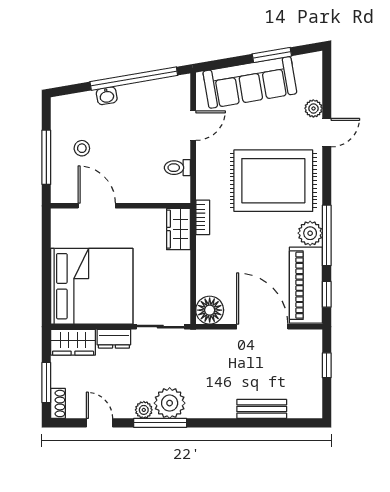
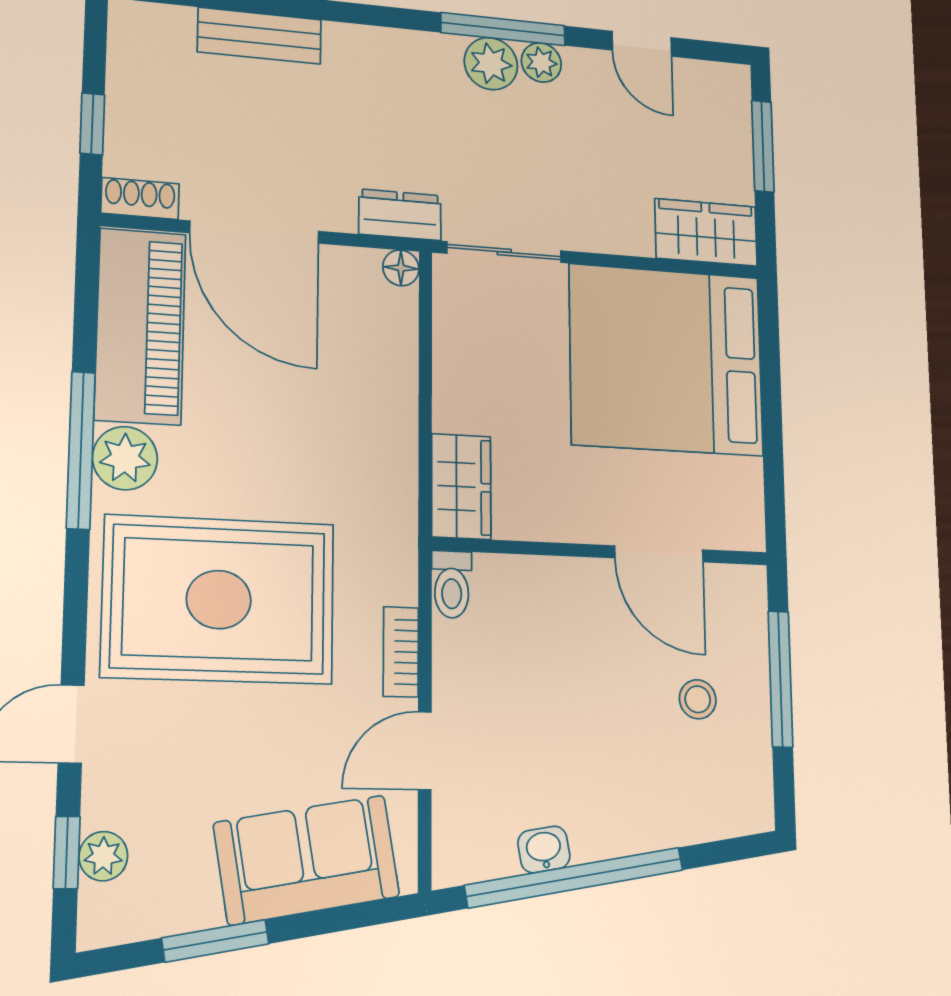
sofa: (250, 82) -> (307, 860), width x0.73
washbasin: (107, 96) -> (544, 849), moved
plant: (313, 108) -> (103, 856), moved
toilet: (177, 168) -> (452, 584), moved, turned 90
bookcase: (203, 217) -> (401, 652), moved
window: (327, 294) -> (67, 853), moved
floor lamp: (210, 310) -> (401, 268), width x0.53, depth x0.53
dresser: (114, 339) -> (400, 215), moved
shoe rack: (58, 403) -> (140, 198), moved, turned 90
plant: (170, 403) -> (491, 64), width x0.73, depth x0.73

